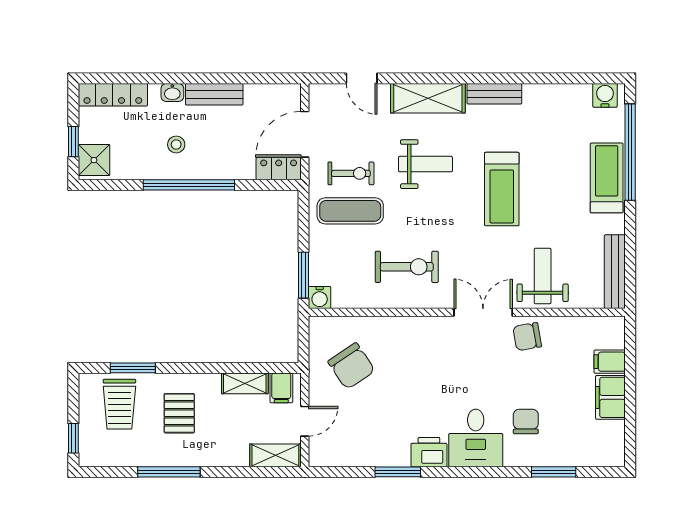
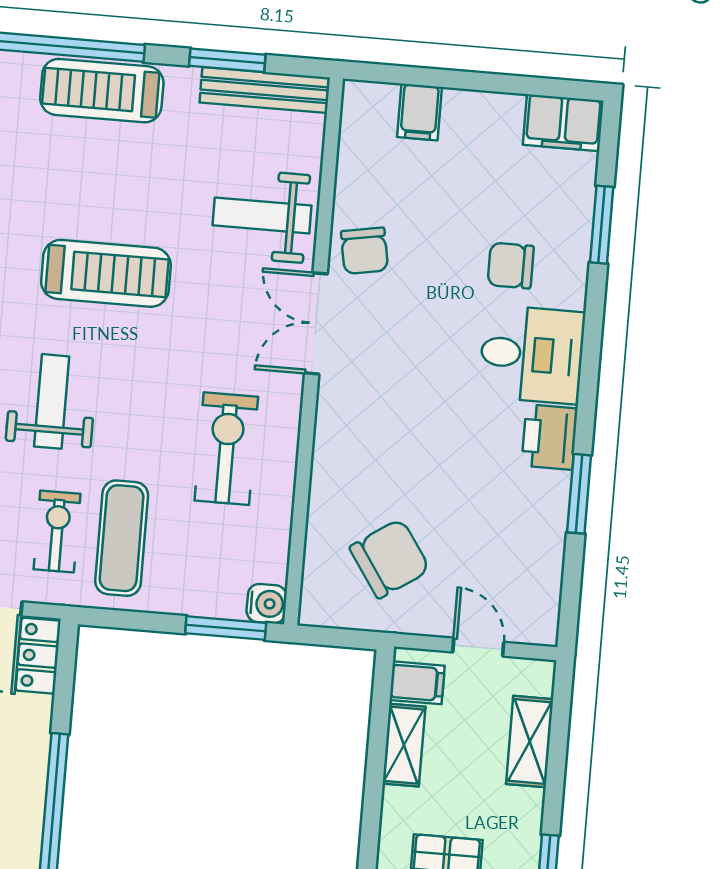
window: (630, 249) -> (227, 60), added
filing cabinet: (610, 397) -> (563, 123), moved
shelving: (275, 455) -> (530, 742), moved

